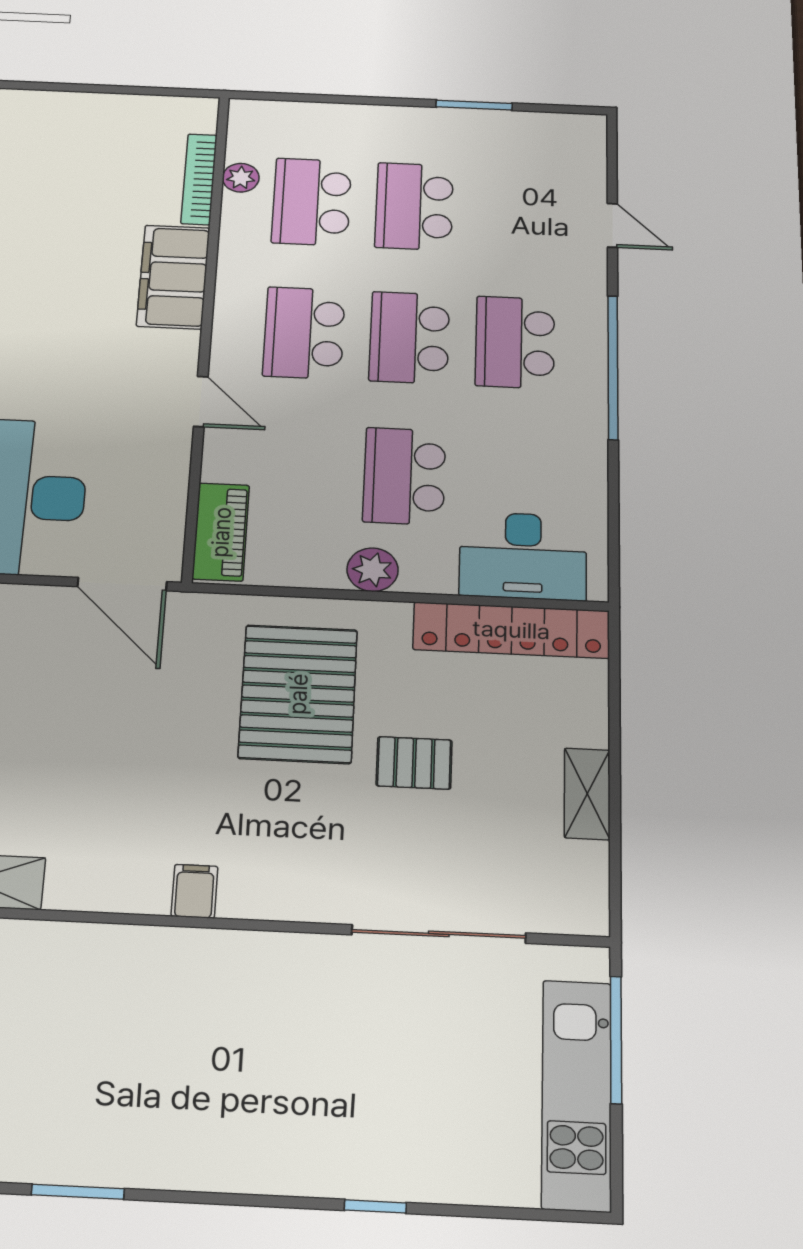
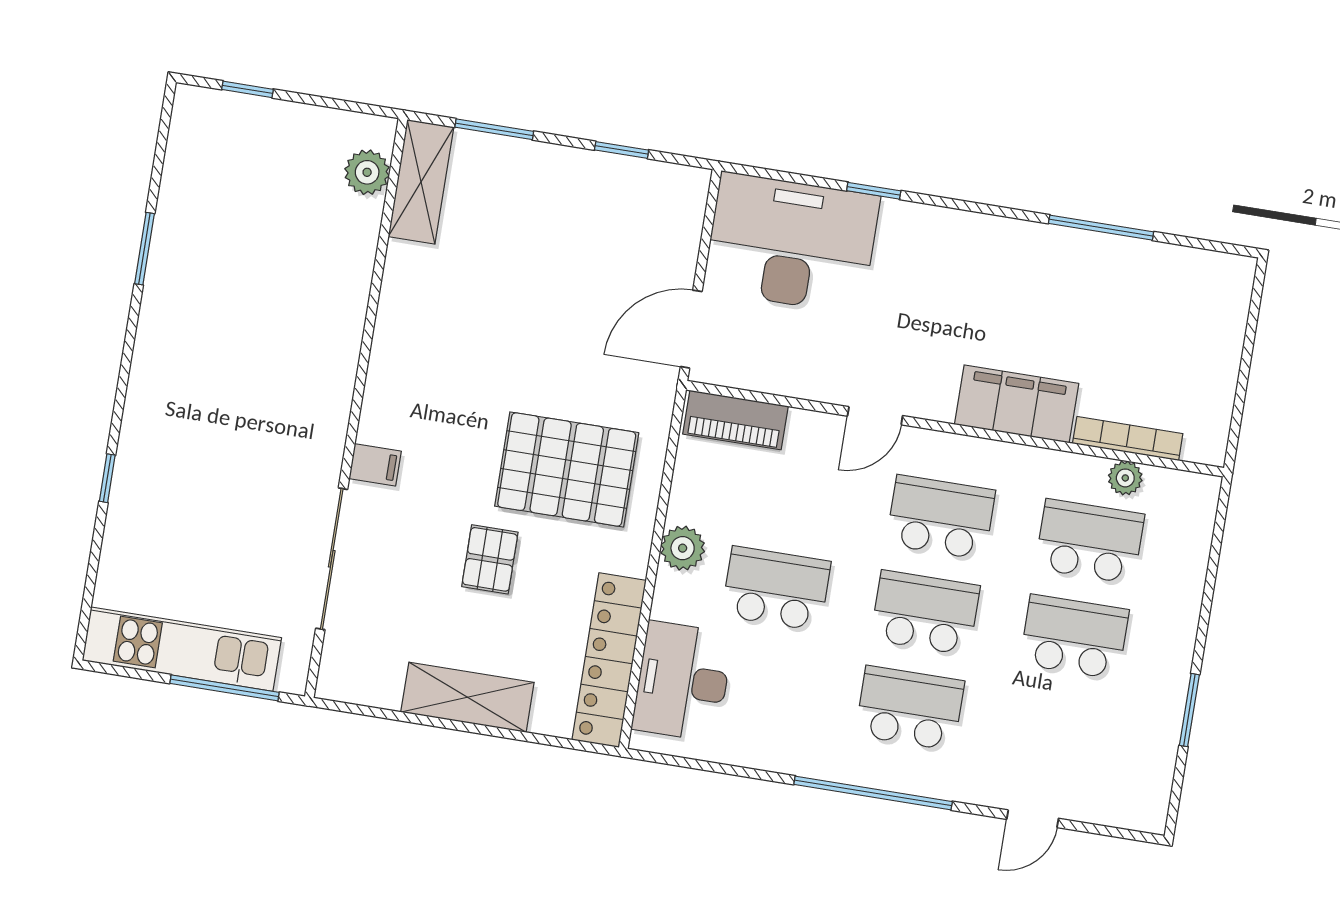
shelving: (587, 794) -> (467, 697), width x1.50, depth x1.33
filing cabinet: (194, 891) -> (375, 465), moved

